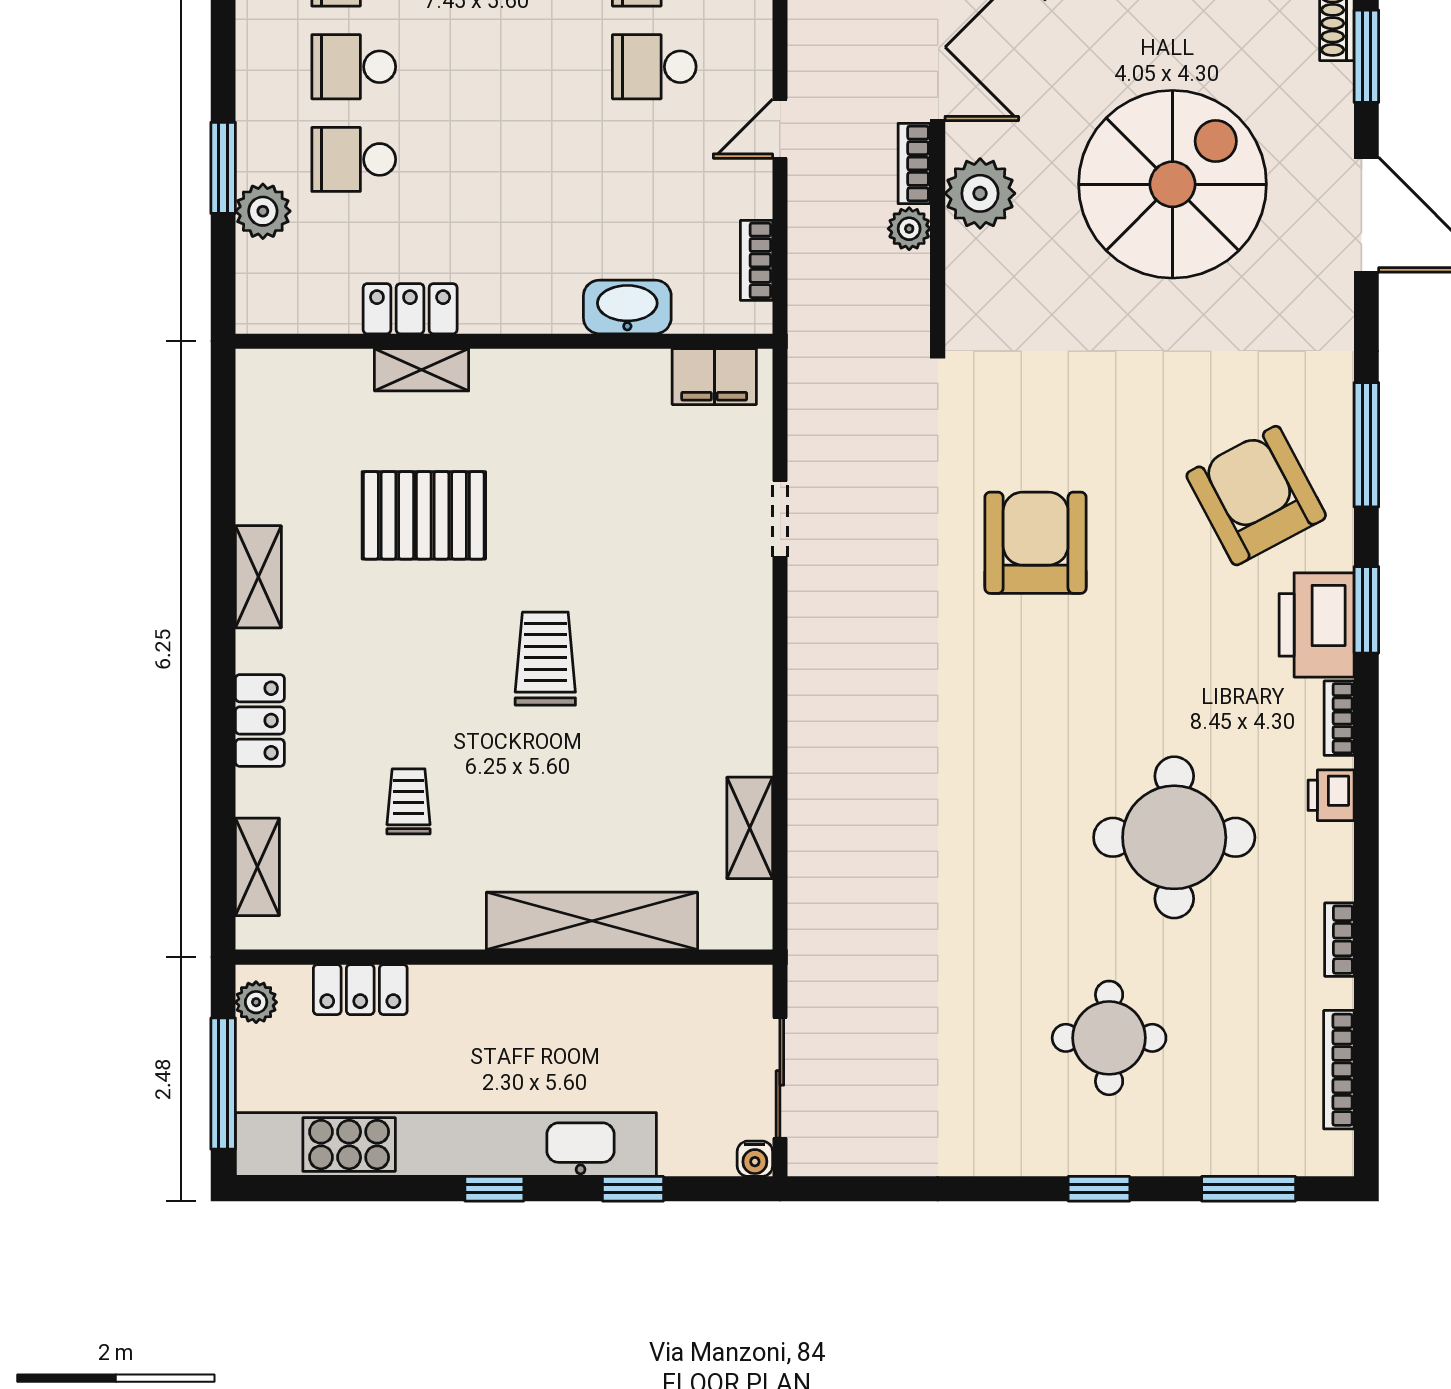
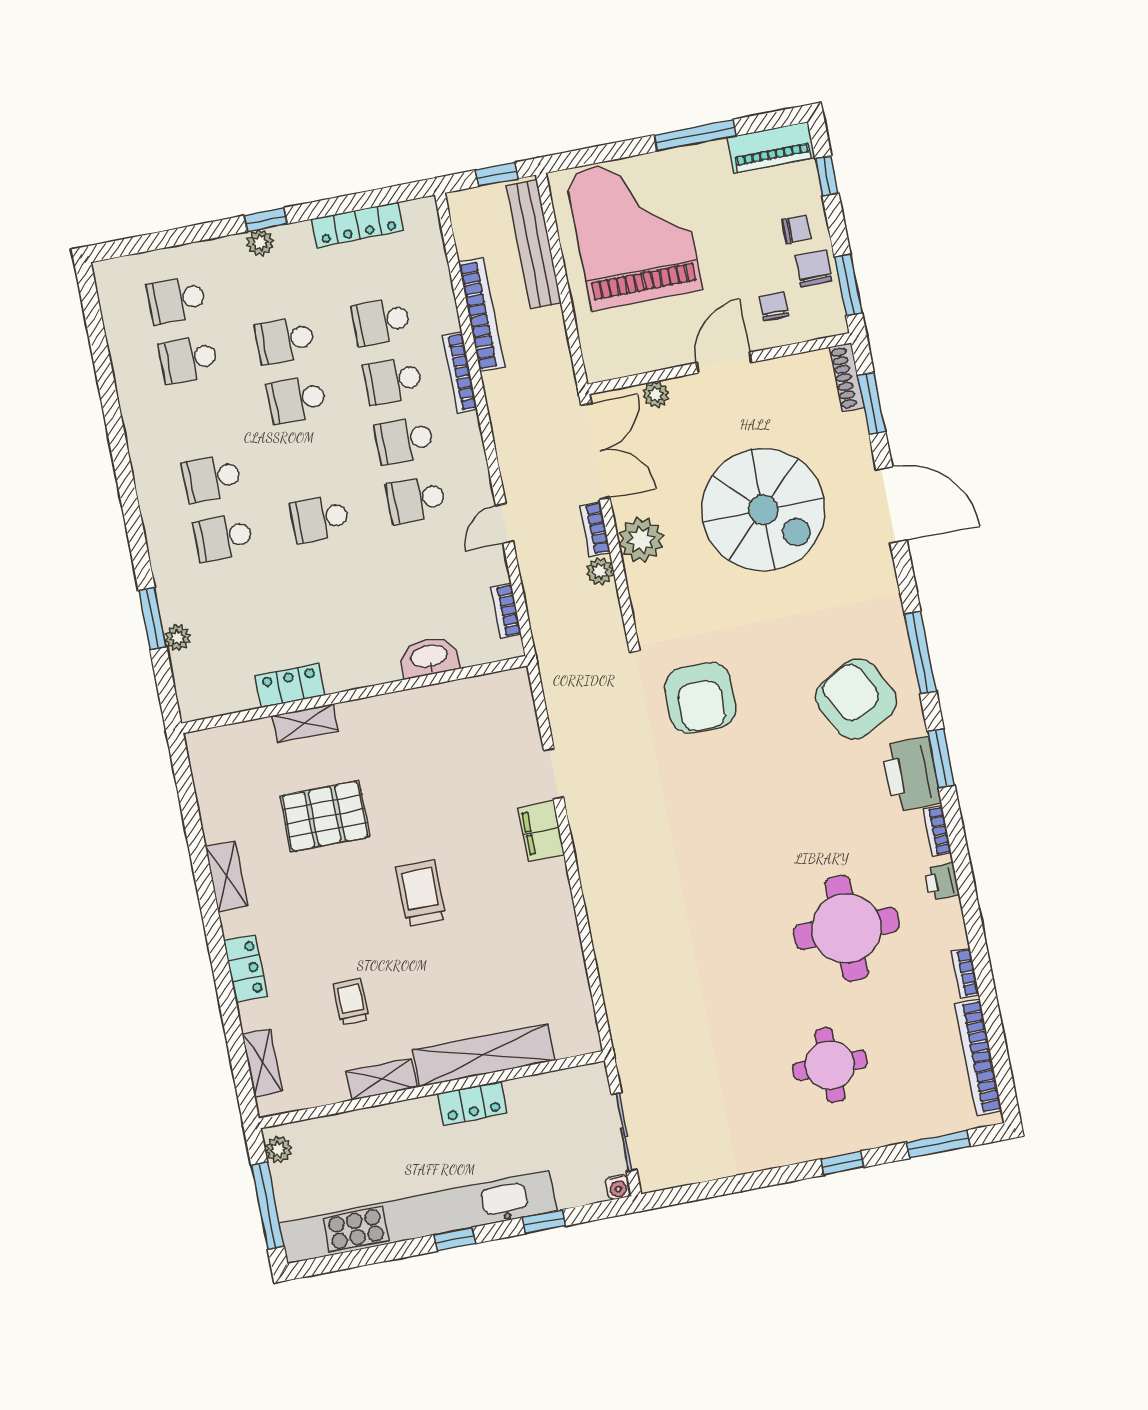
school desk: (354, 159) -> (320, 518), moved
spiral stairs: (1172, 184) -> (763, 510), turned 90
plant: (263, 211) -> (178, 638), width x0.73, depth x0.73
filing cabinet: (714, 377) -> (541, 831), moved, turned 90
armchair: (1036, 543) -> (700, 698), moved, turned 180
shelving: (750, 828) -> (382, 1079), moved, turned 90
locker: (360, 990) -> (472, 1103), moved
bookcase: (1339, 1070) -> (978, 1057), width x1.48, depth x1.31

